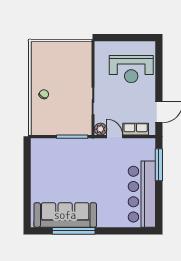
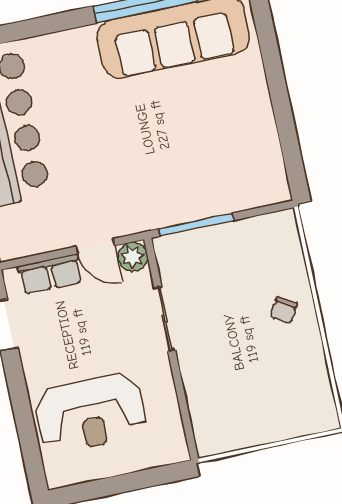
reception desk: (131, 69) -> (91, 413), turned 180

